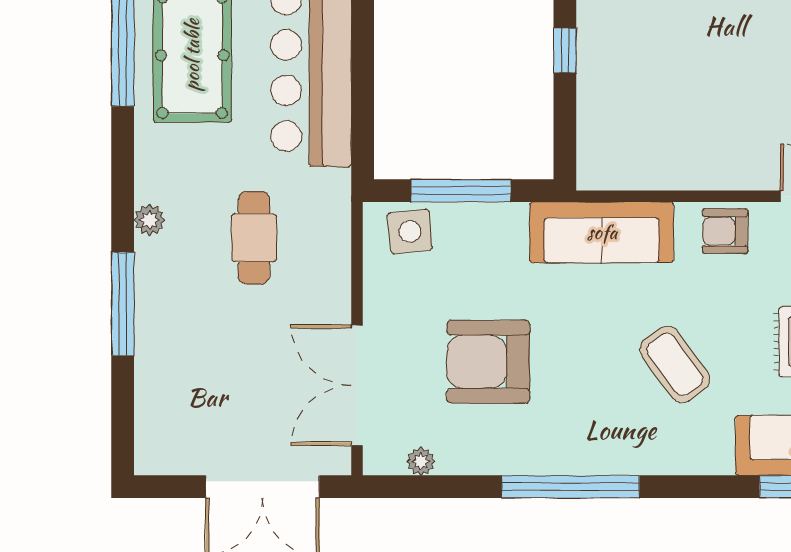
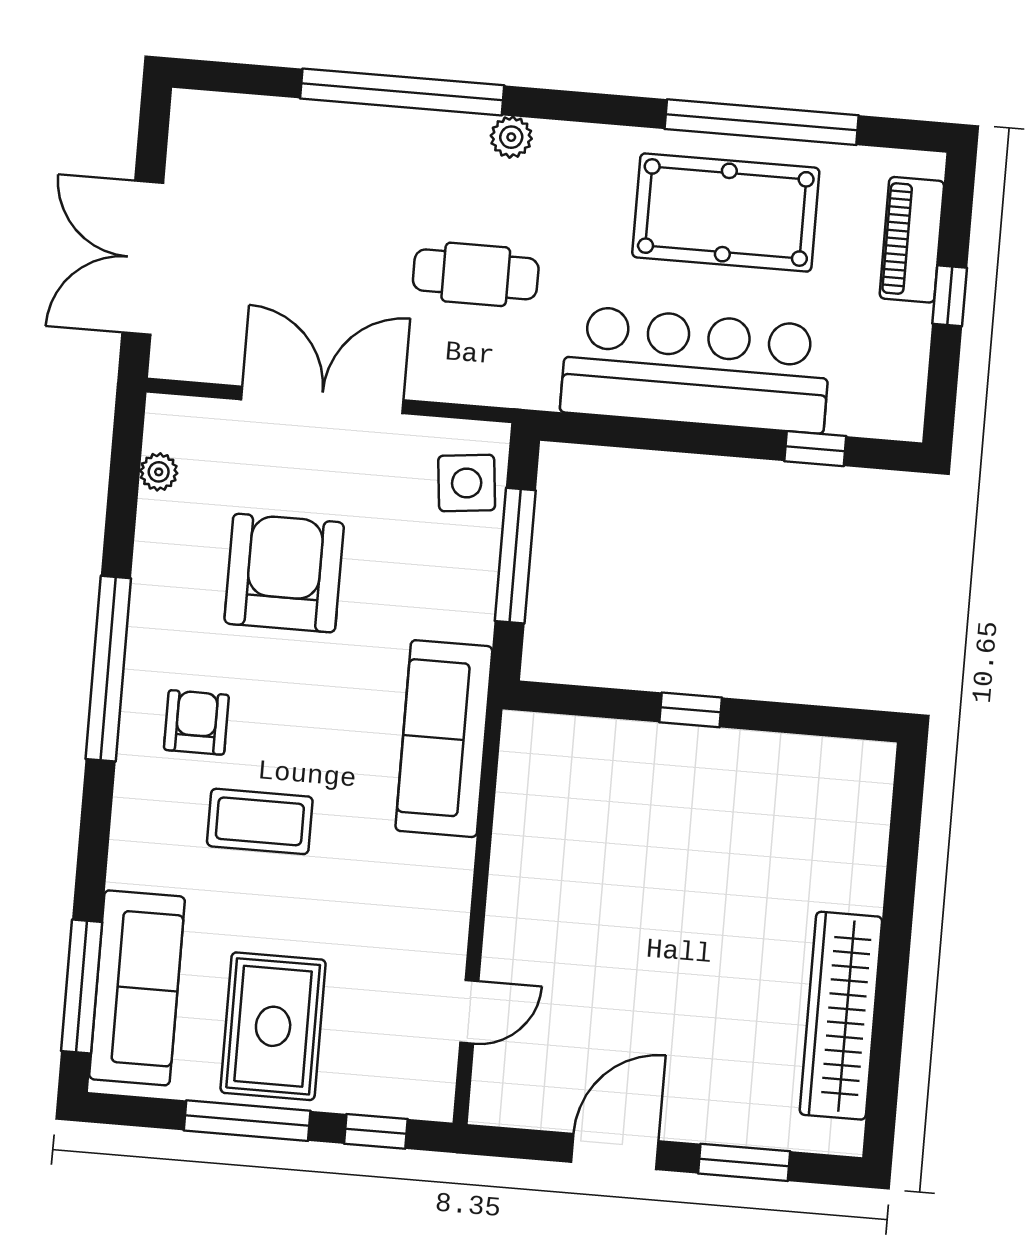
armchair: (725, 231) -> (196, 722), moved
window: (123, 304) -> (402, 92), width x1.46
coffee table: (675, 364) -> (260, 821), turned 36
double door: (357, 385) -> (322, 400), moved

